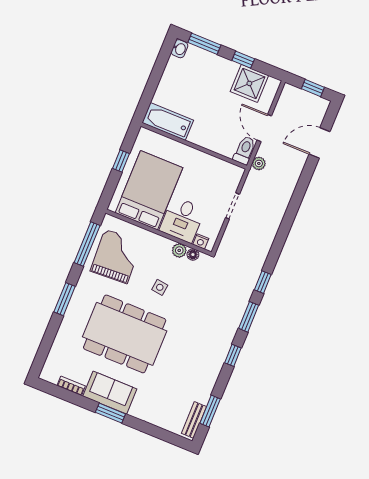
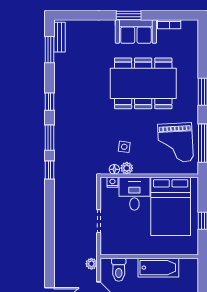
bathtub: (168, 121) -> (158, 268), moved
toilet: (245, 150) -> (119, 270), moved
side table: (160, 287) -> (124, 147), moved

